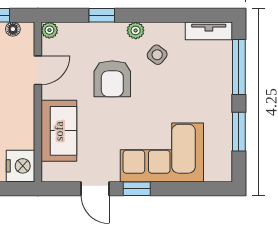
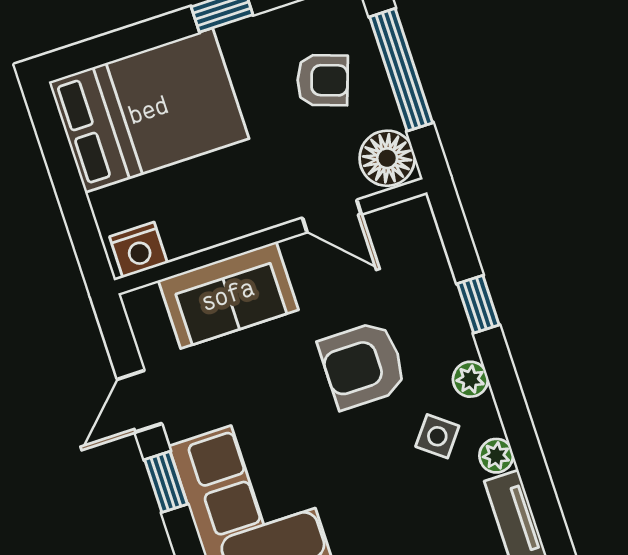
floor lamp: (13, 29) -> (387, 158), width x1.89, depth x1.89
plant: (49, 30) -> (496, 456), moved
nightstand: (20, 166) -> (139, 250), width x0.74, depth x0.75

